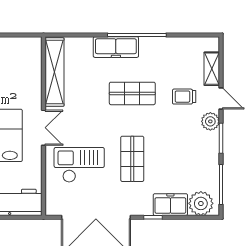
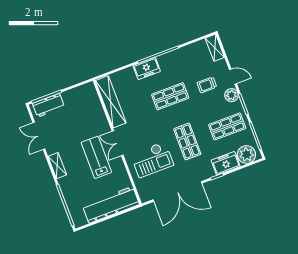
freezer: (116, 47) -> (147, 68), width x0.71
shelving: (212, 69) -> (215, 48), moved
double door: (44, 128) -> (118, 143), swing flipped
shop shelf: (190, 159) -> (227, 126), added
checkout: (79, 165) -> (152, 160), turned 180

